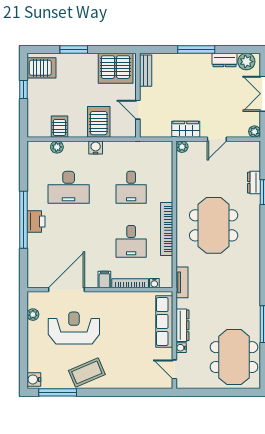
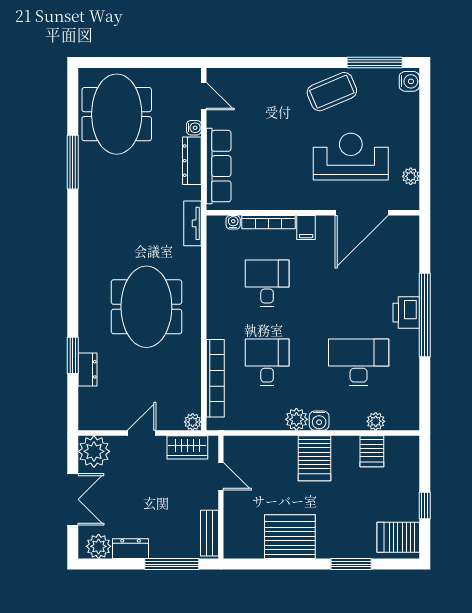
bench: (146, 71) -> (210, 533), moved
wall: (138, 95) -> (221, 497), moved
door: (138, 110) -> (221, 476), moved
plant: (255, 132) -> (94, 451), width x1.87, depth x1.87
plant: (111, 148) -> (296, 419), added
bookcase: (167, 229) -> (215, 378), moved
reception desk: (74, 328) -> (351, 157), turned 180

